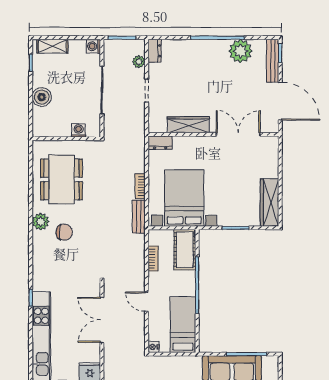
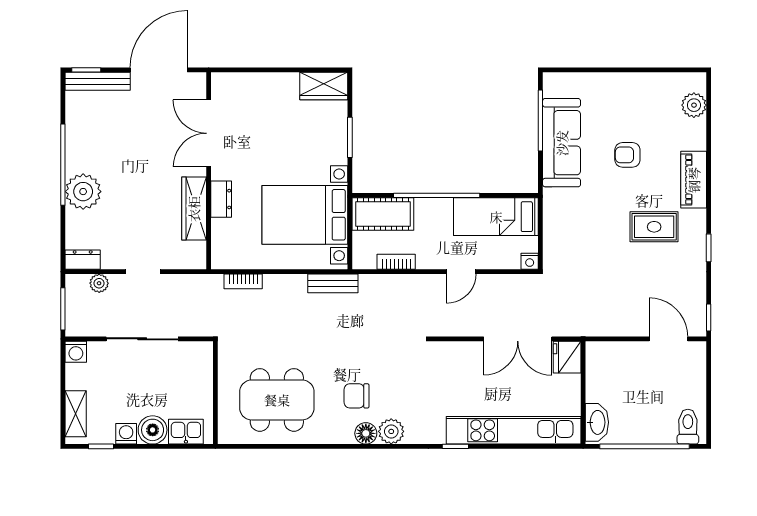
plant: (240, 51) -> (83, 192), moved
kitchen sink: (40, 119) -> (186, 432), added
washing machine: (79, 130) -> (126, 434), moved, turned 90
dresser: (160, 143) -> (221, 199), moved
bookcase: (140, 186) -> (243, 281), moved
wardrobe: (270, 203) -> (324, 86), width x0.67
plant: (41, 222) -> (391, 431), moved
chair: (64, 232) -> (356, 396), turned -90
floor lamp: (39, 238) -> (366, 433), added
double door: (102, 320) -> (518, 339), moved

